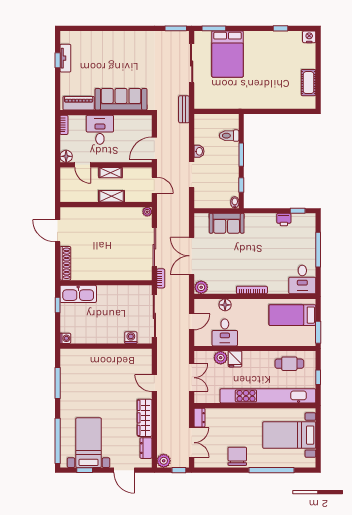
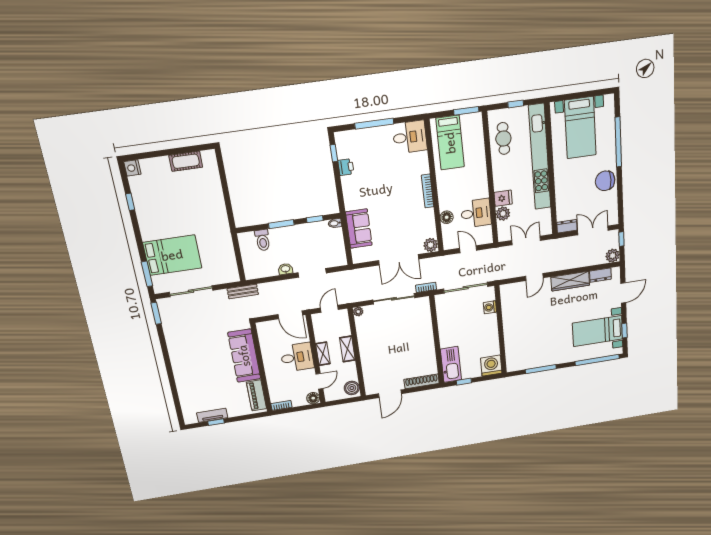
desk: (100, 130) -> (297, 357), moved, turned 180
boiler: (70, 195) -> (352, 388), added
washing machine: (65, 338) -> (491, 366), width x1.89, depth x1.89

